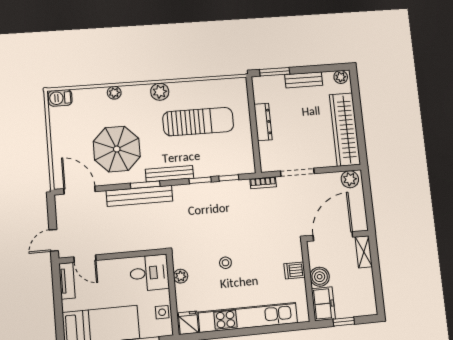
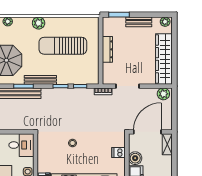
sun lounger: (198, 122) -> (63, 46), turned 180
plant: (181, 276) -> (42, 149), removed

